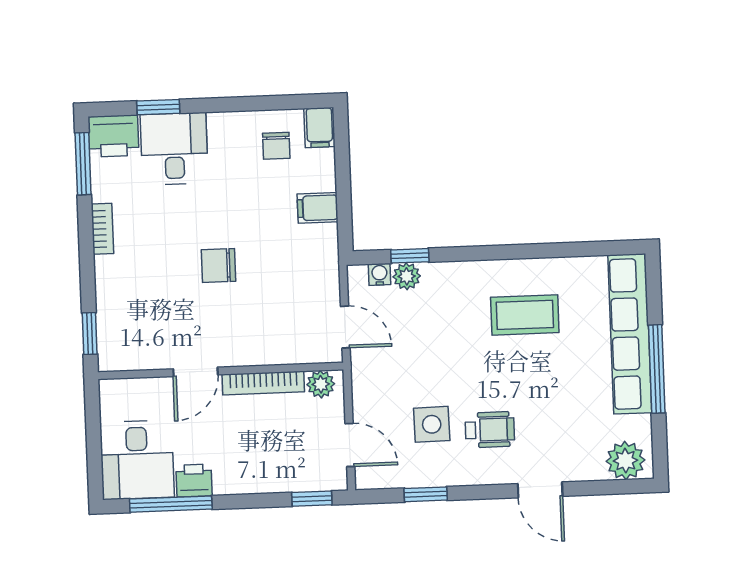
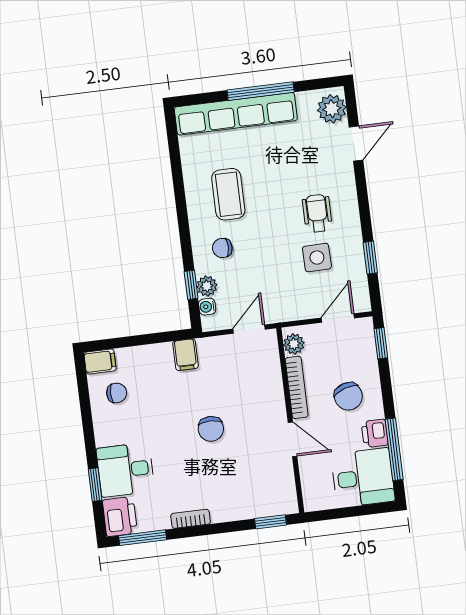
filing cabinet: (318, 208) -> (185, 355), moved
chair: (455, 301) -> (222, 248), added
chair: (246, 450) -> (348, 396), added
door: (540, 490) -> (356, 144), moved

